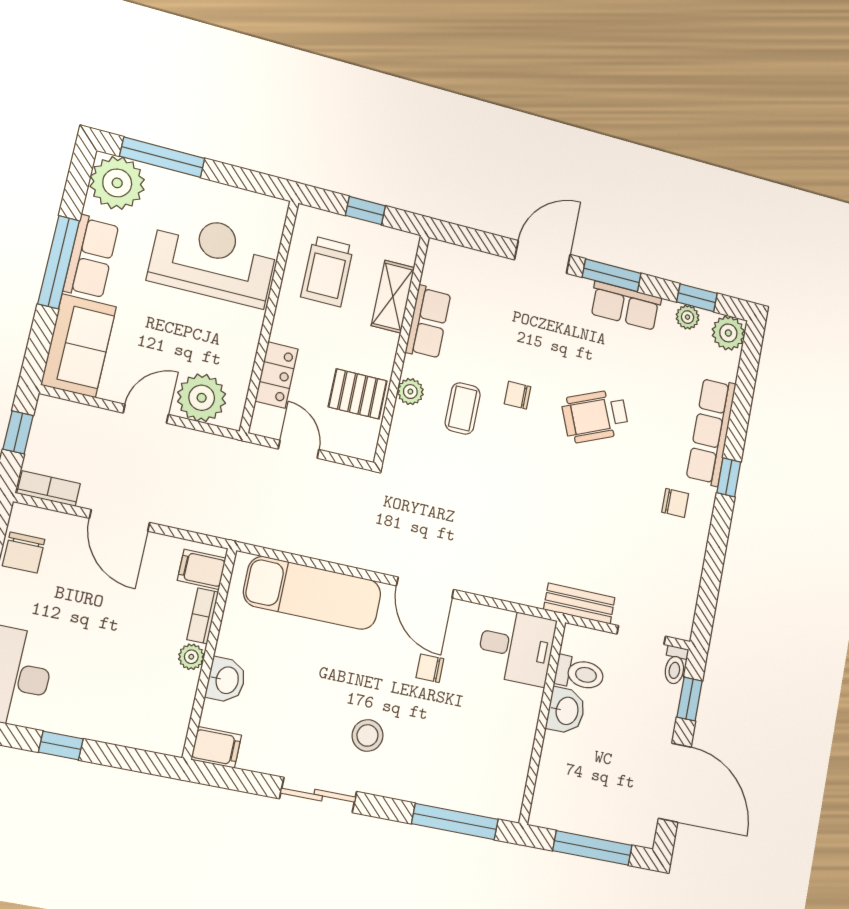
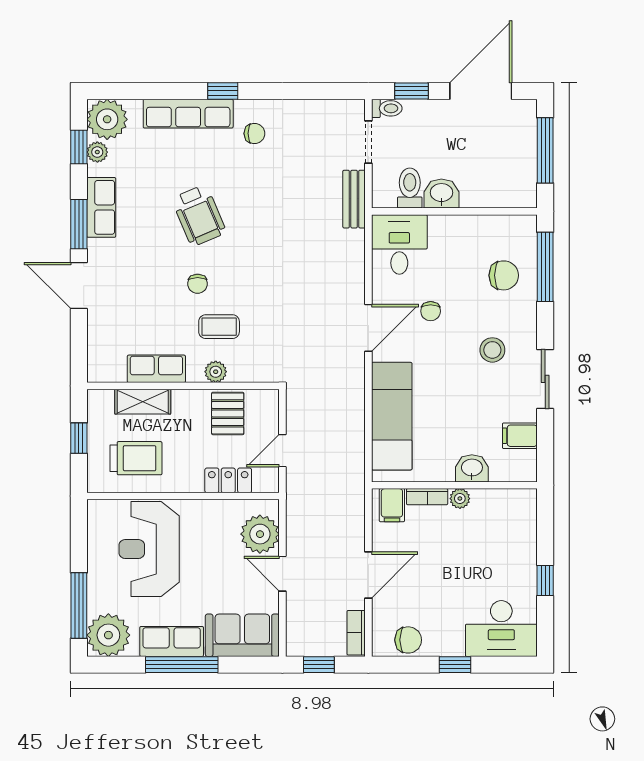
plant: (728, 333) -> (107, 119), width x1.36, depth x1.36
chair: (675, 503) -> (254, 133), turned 90
filing cabinet: (216, 747) -> (520, 436), moved, turned -90
chair: (455, 768) -> (504, 275), added

